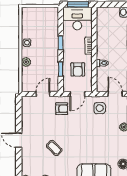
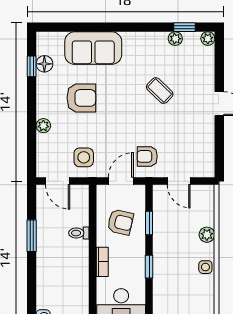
armchair: (78, 69) -> (120, 222), turned 103
door: (43, 94) -> (179, 181), hinge flipped
armchair: (101, 144) -> (81, 98), added

